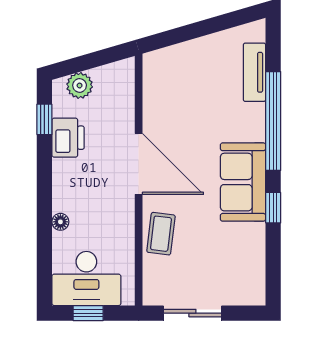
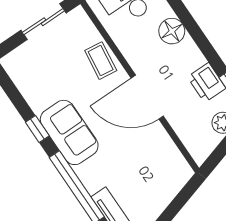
floor lamp: (60, 222) -> (172, 31), width x1.89, depth x1.89

